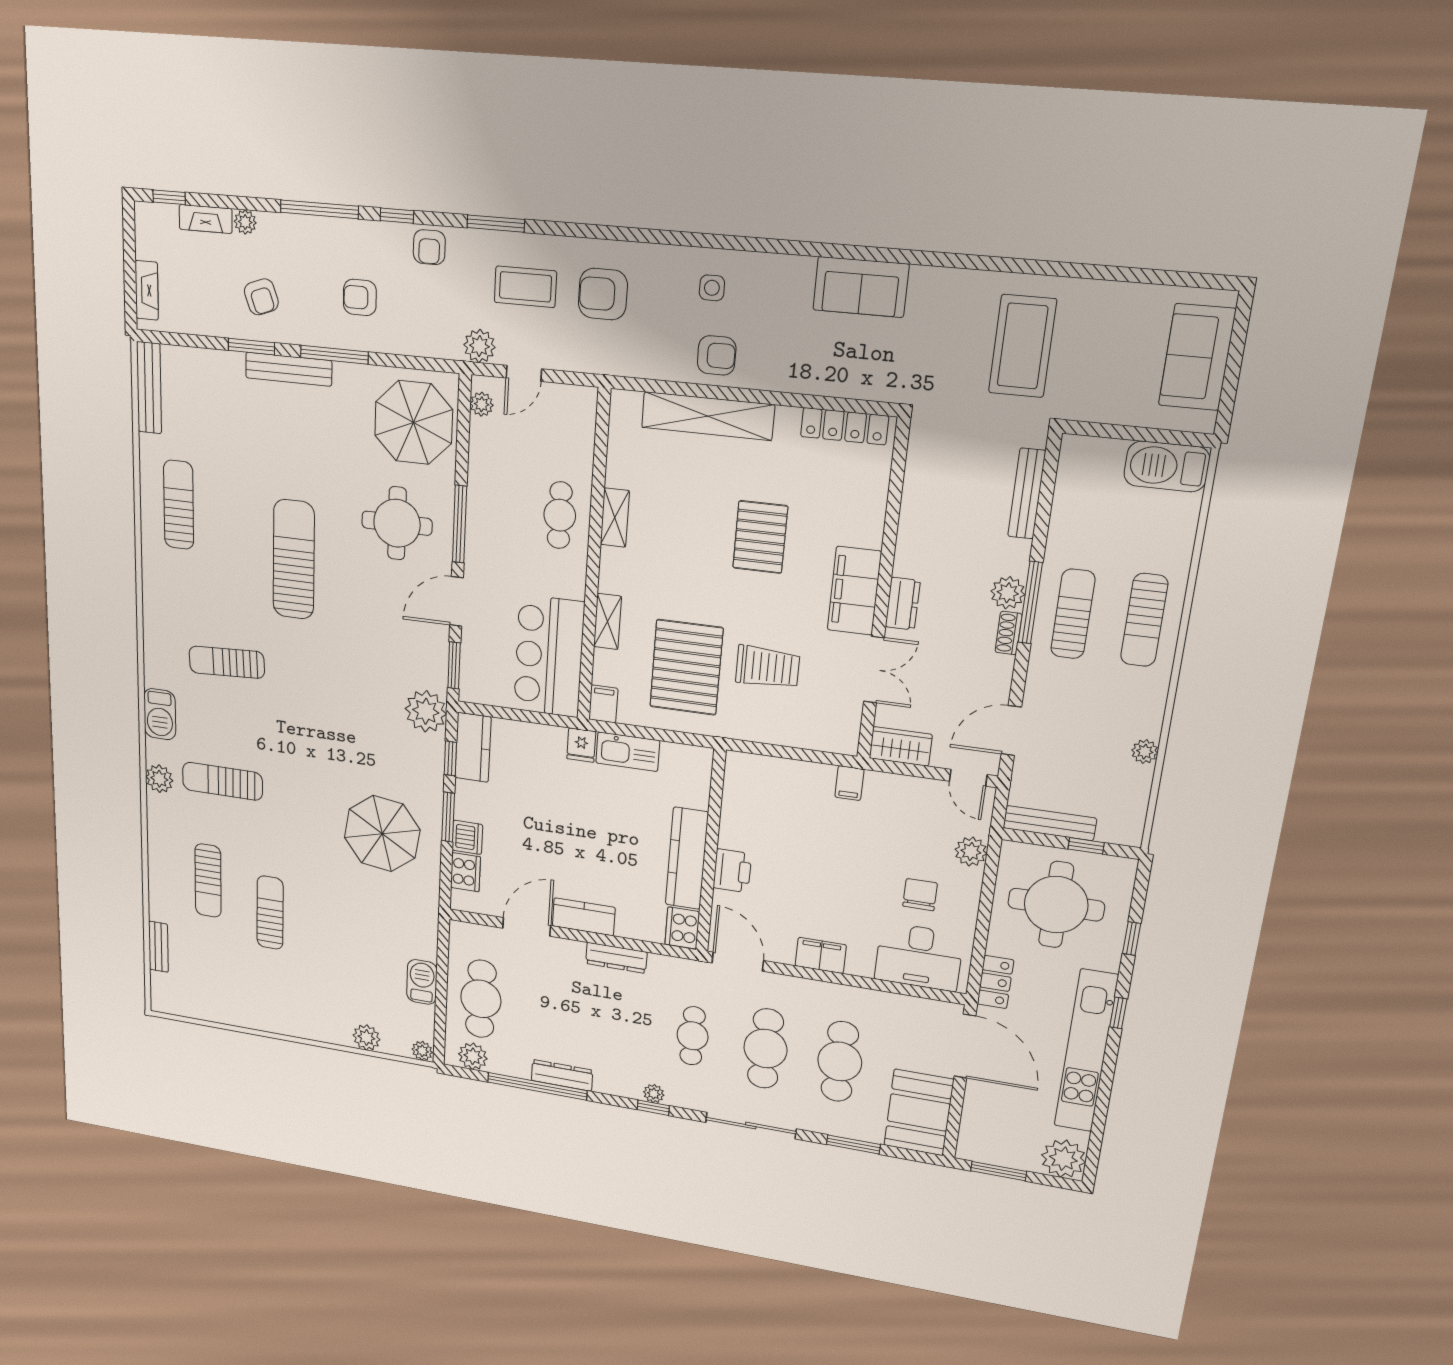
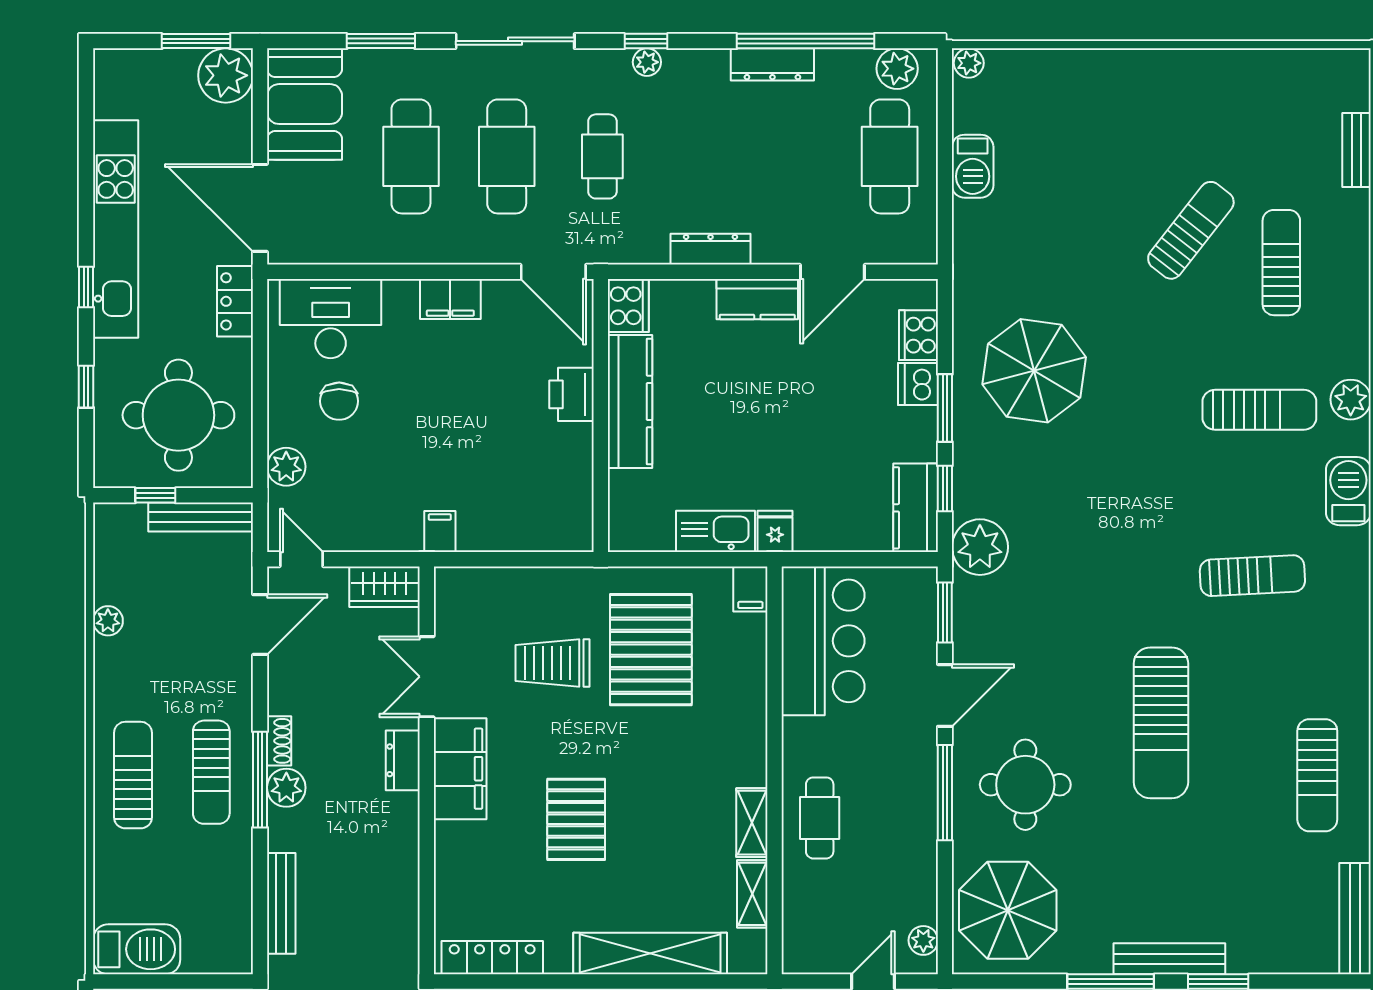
shelving: (607, 621) -> (752, 894), moved
sun lounger: (270, 913) -> (1191, 230), turned -142
plant: (366, 1037) -> (1049, 68), removed
plant: (1063, 1159) -> (226, 75), moved

